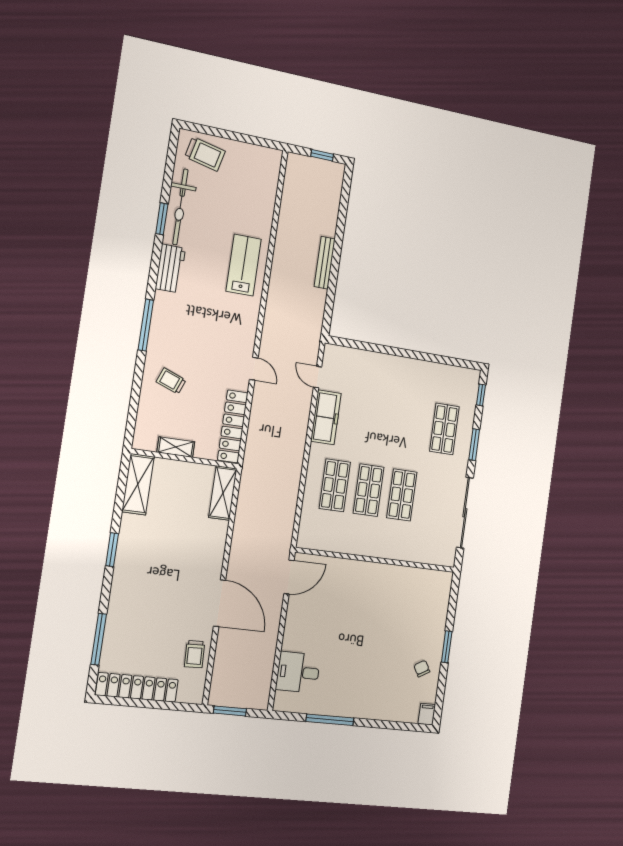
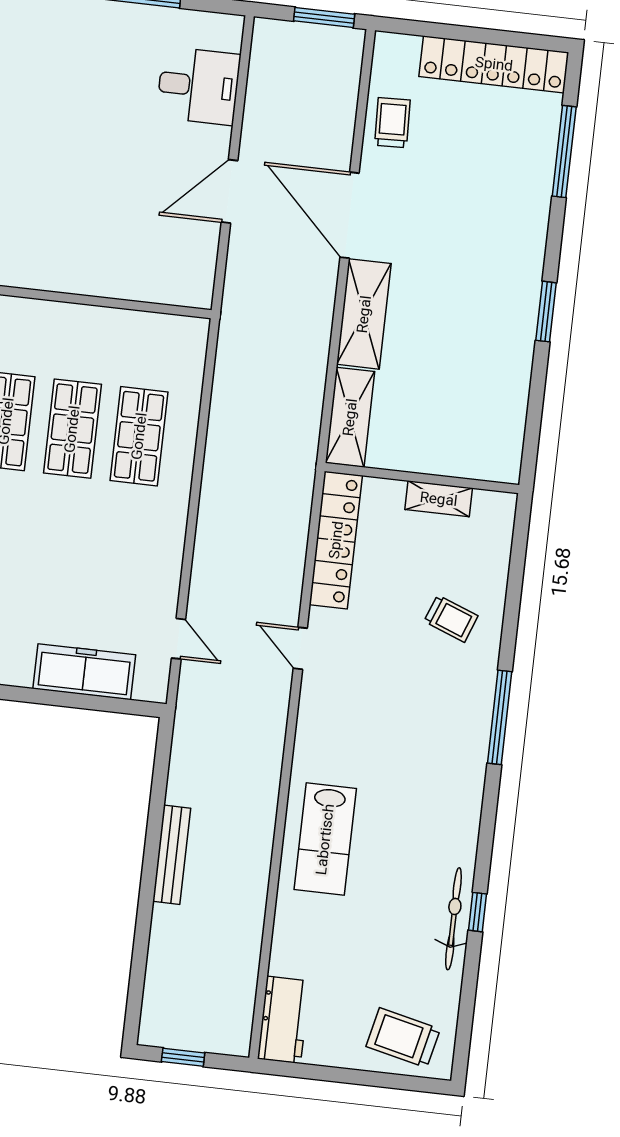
bicycle: (180, 207) -> (453, 919), width x0.73, depth x0.71
window: (162, 219) -> (477, 912), width x0.67
workbench: (170, 268) -> (284, 1020), moved, turned 180
freezer: (326, 417) -> (84, 672), moved, turned 90
shelving: (138, 484) -> (364, 314), moved
door: (289, 577) -> (230, 191), moved

